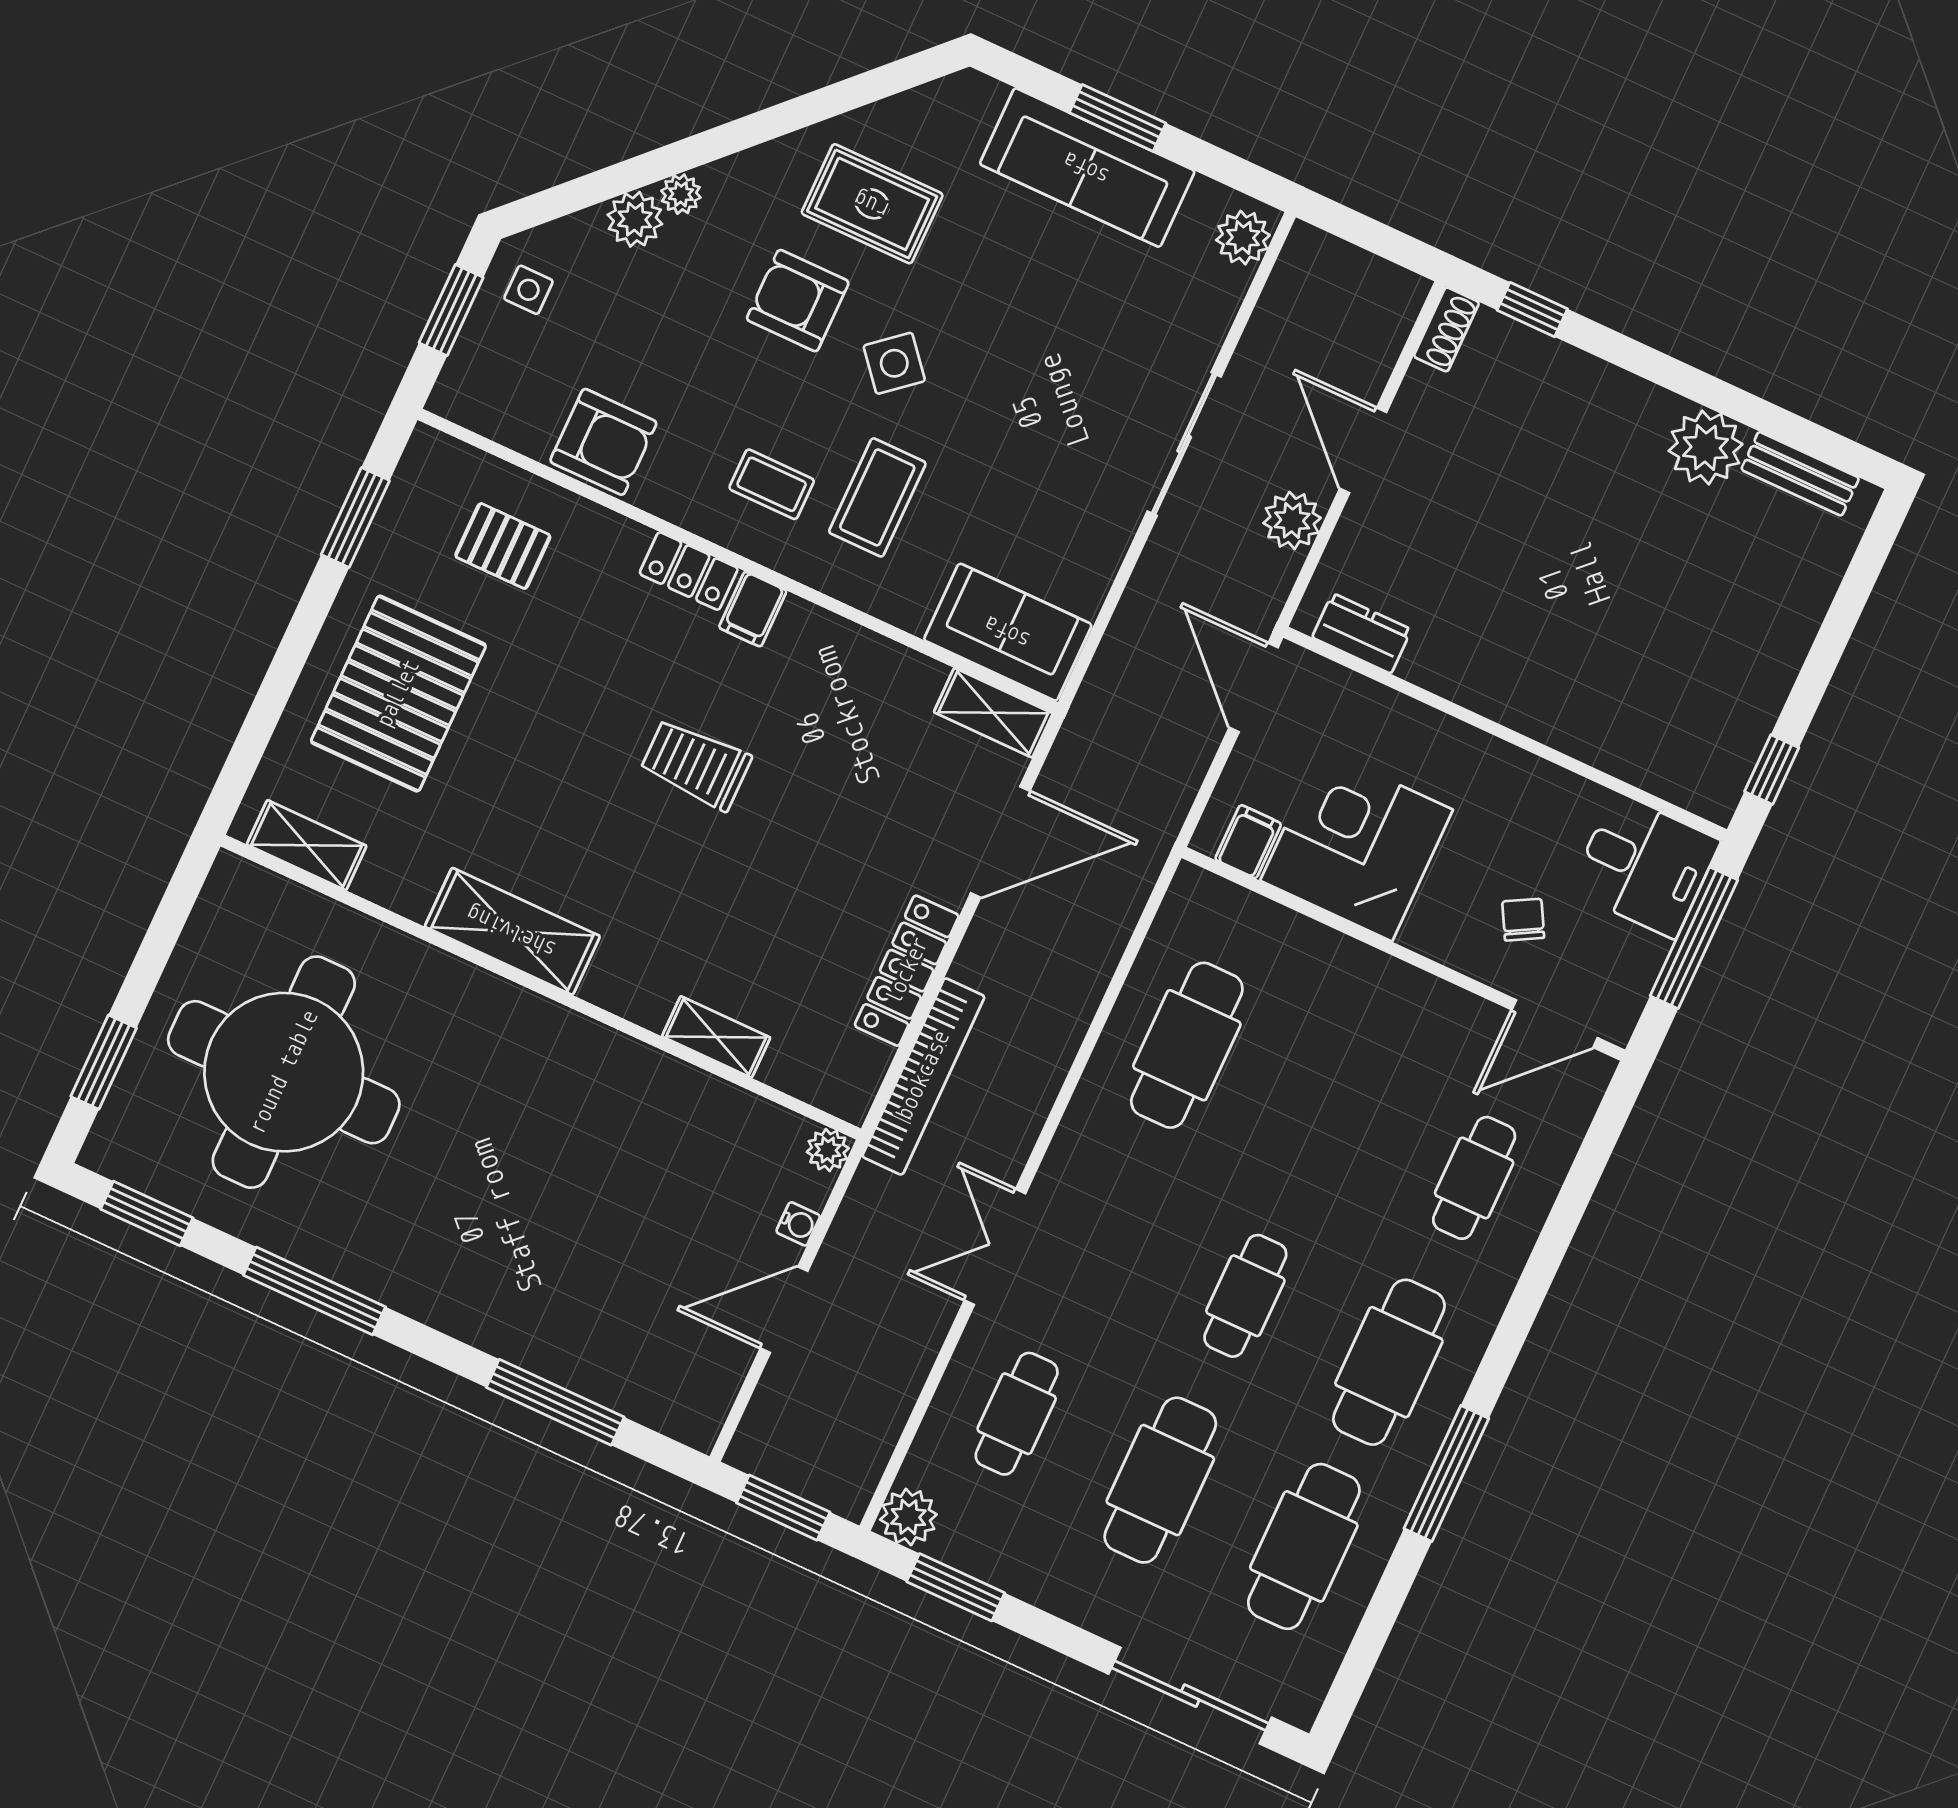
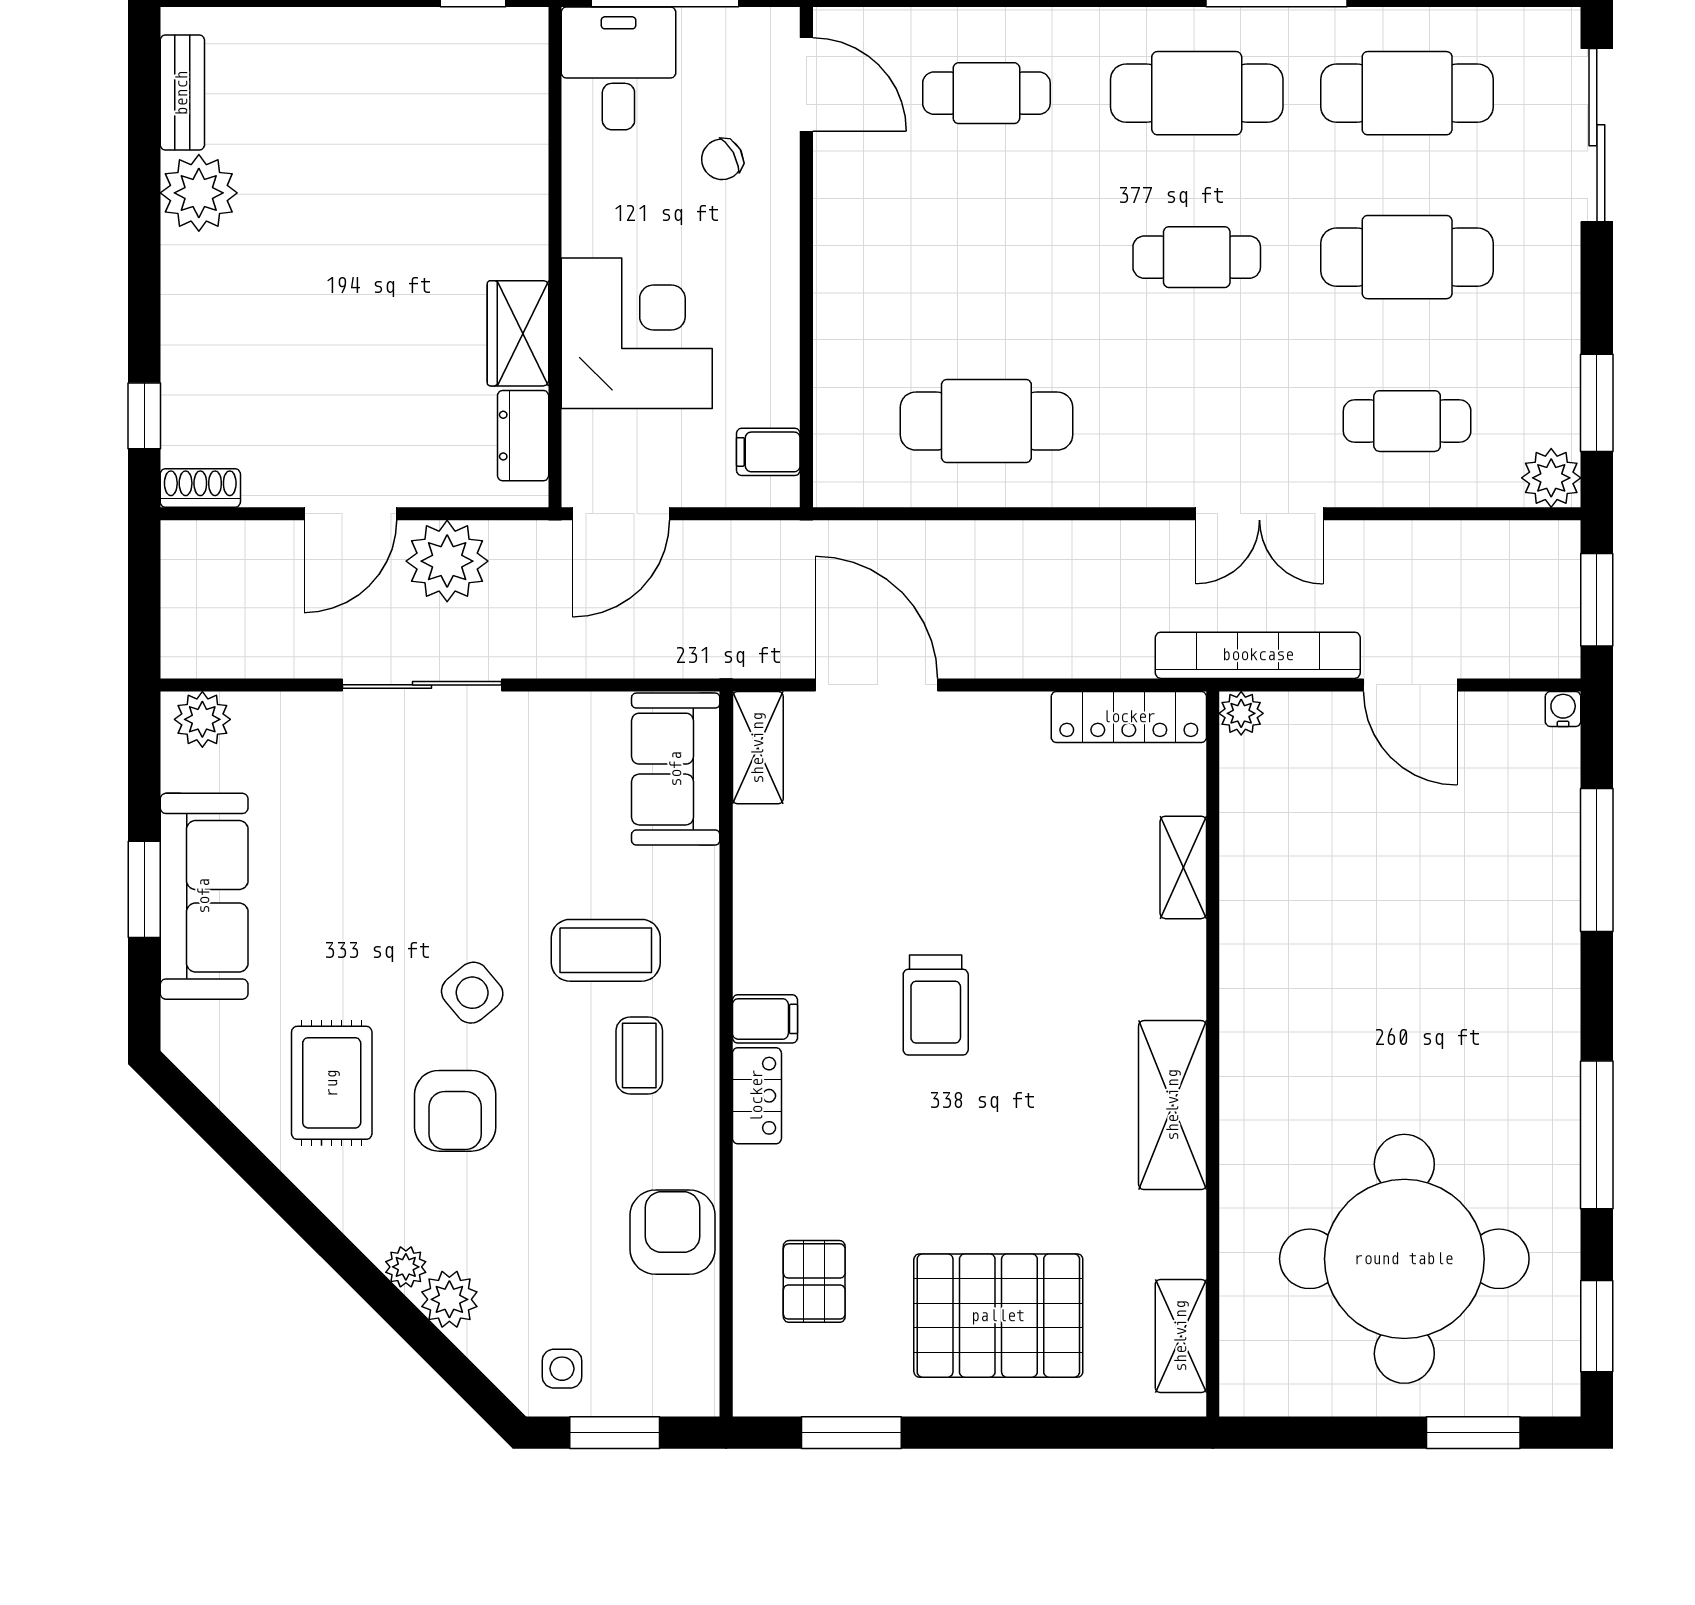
plant: (1292, 520) -> (447, 561), width x1.36, depth x1.36
wardrobe: (1453, 670) -> (518, 333), added
corner desk: (1356, 845) -> (637, 333), moved, turned 180
locker: (907, 971) -> (1129, 717), moved
bookcase: (923, 1076) -> (1258, 655), moved
water cooler: (798, 1224) -> (1563, 709), moved

